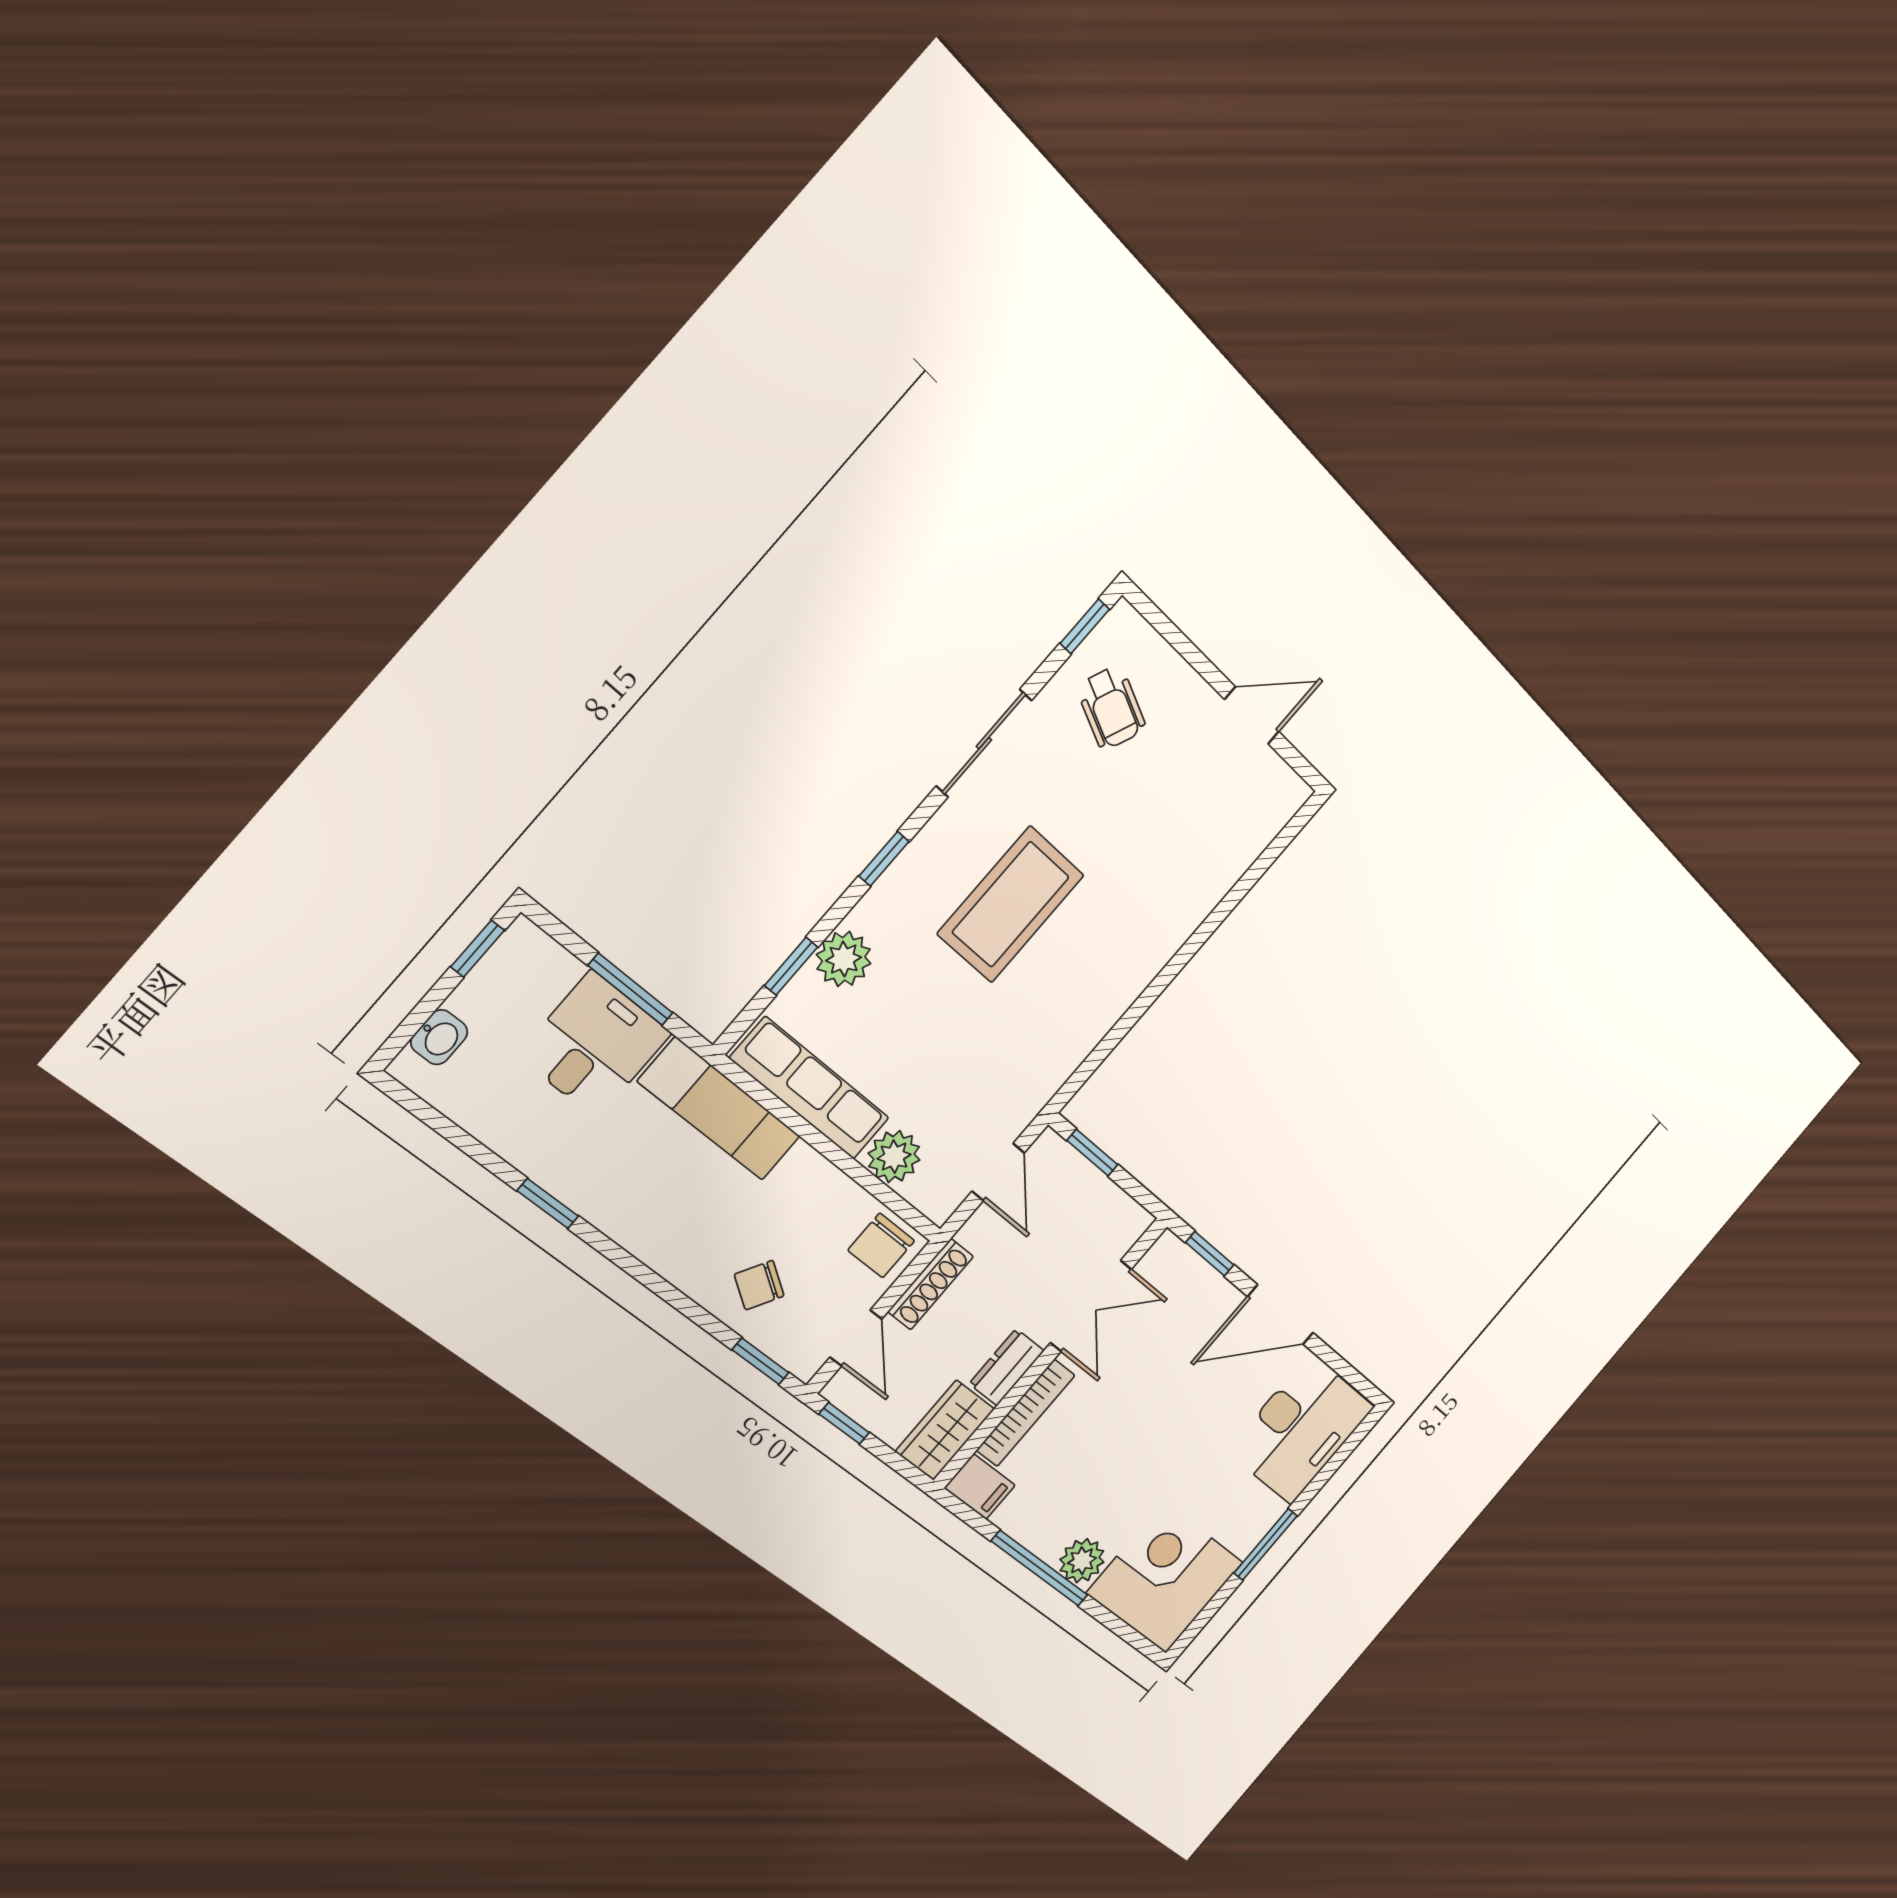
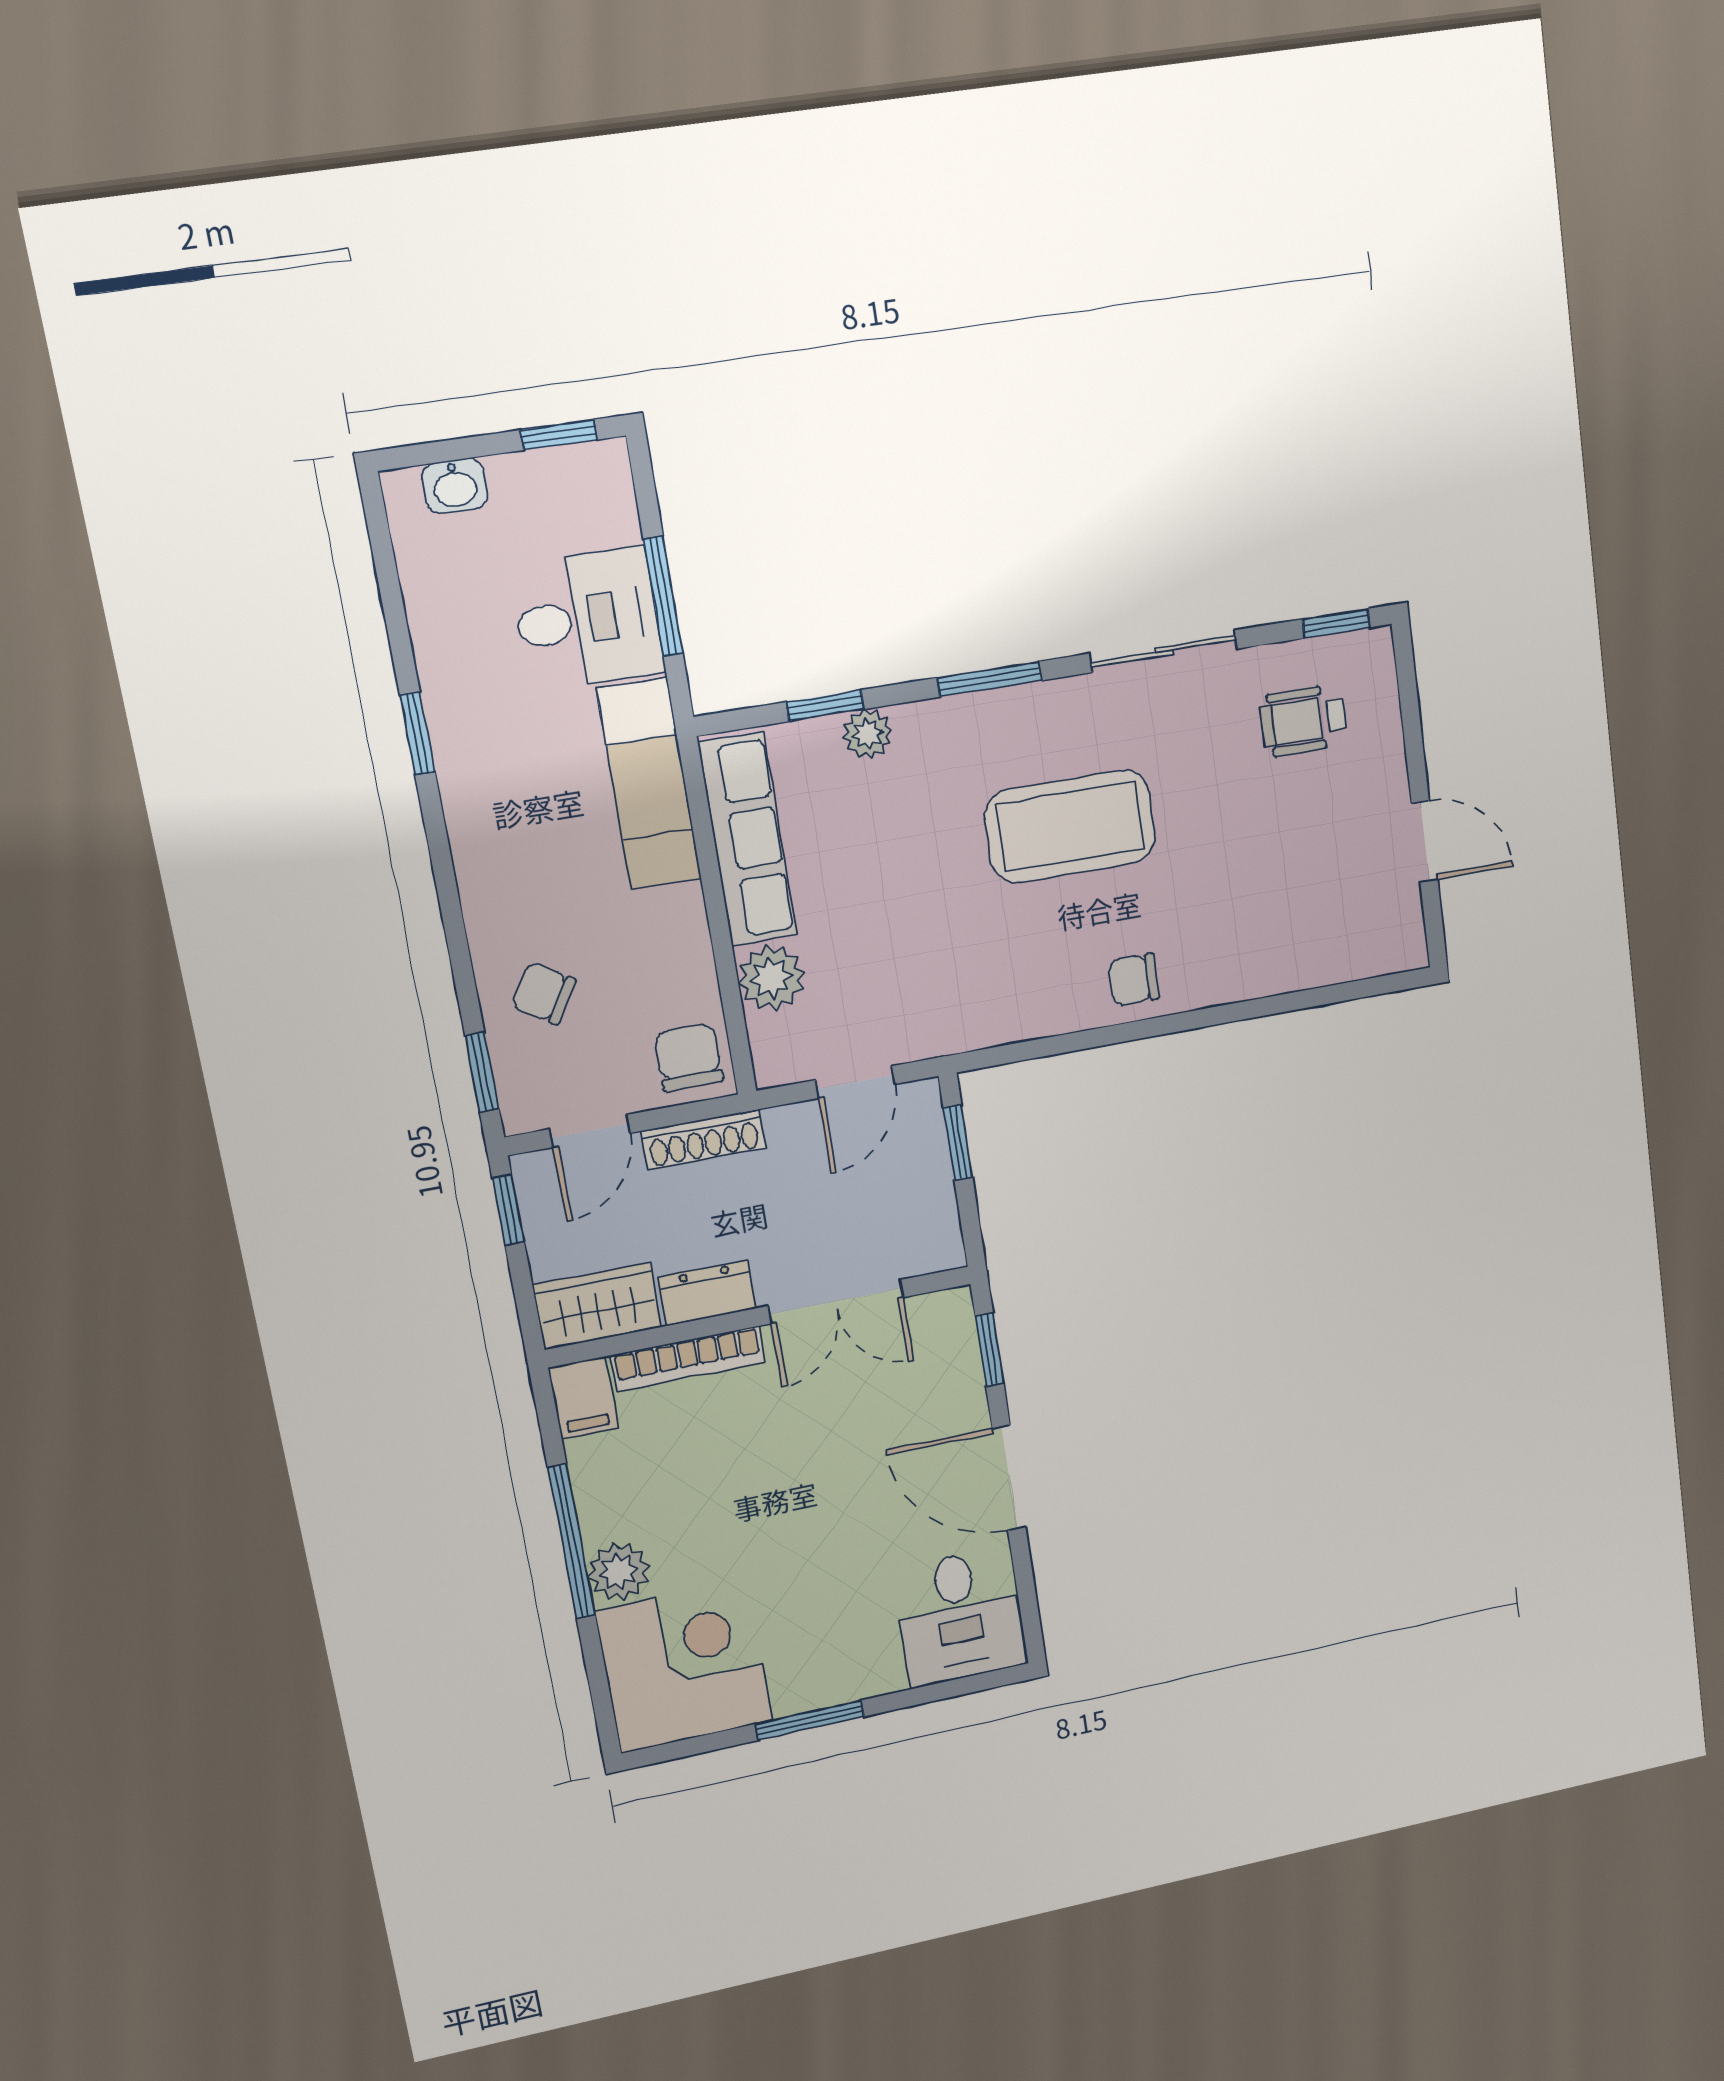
wheelchair: (1111, 708) -> (1303, 720), turned 67
window: (884, 859) -> (990, 679), width x1.50
plant: (844, 959) -> (867, 734), width x0.73, depth x0.73
chair: (1127, 962) -> (1134, 980), added
chair: (881, 1245) -> (689, 1057), turned 90
desk: (1301, 1429) -> (959, 1617), width x0.73

